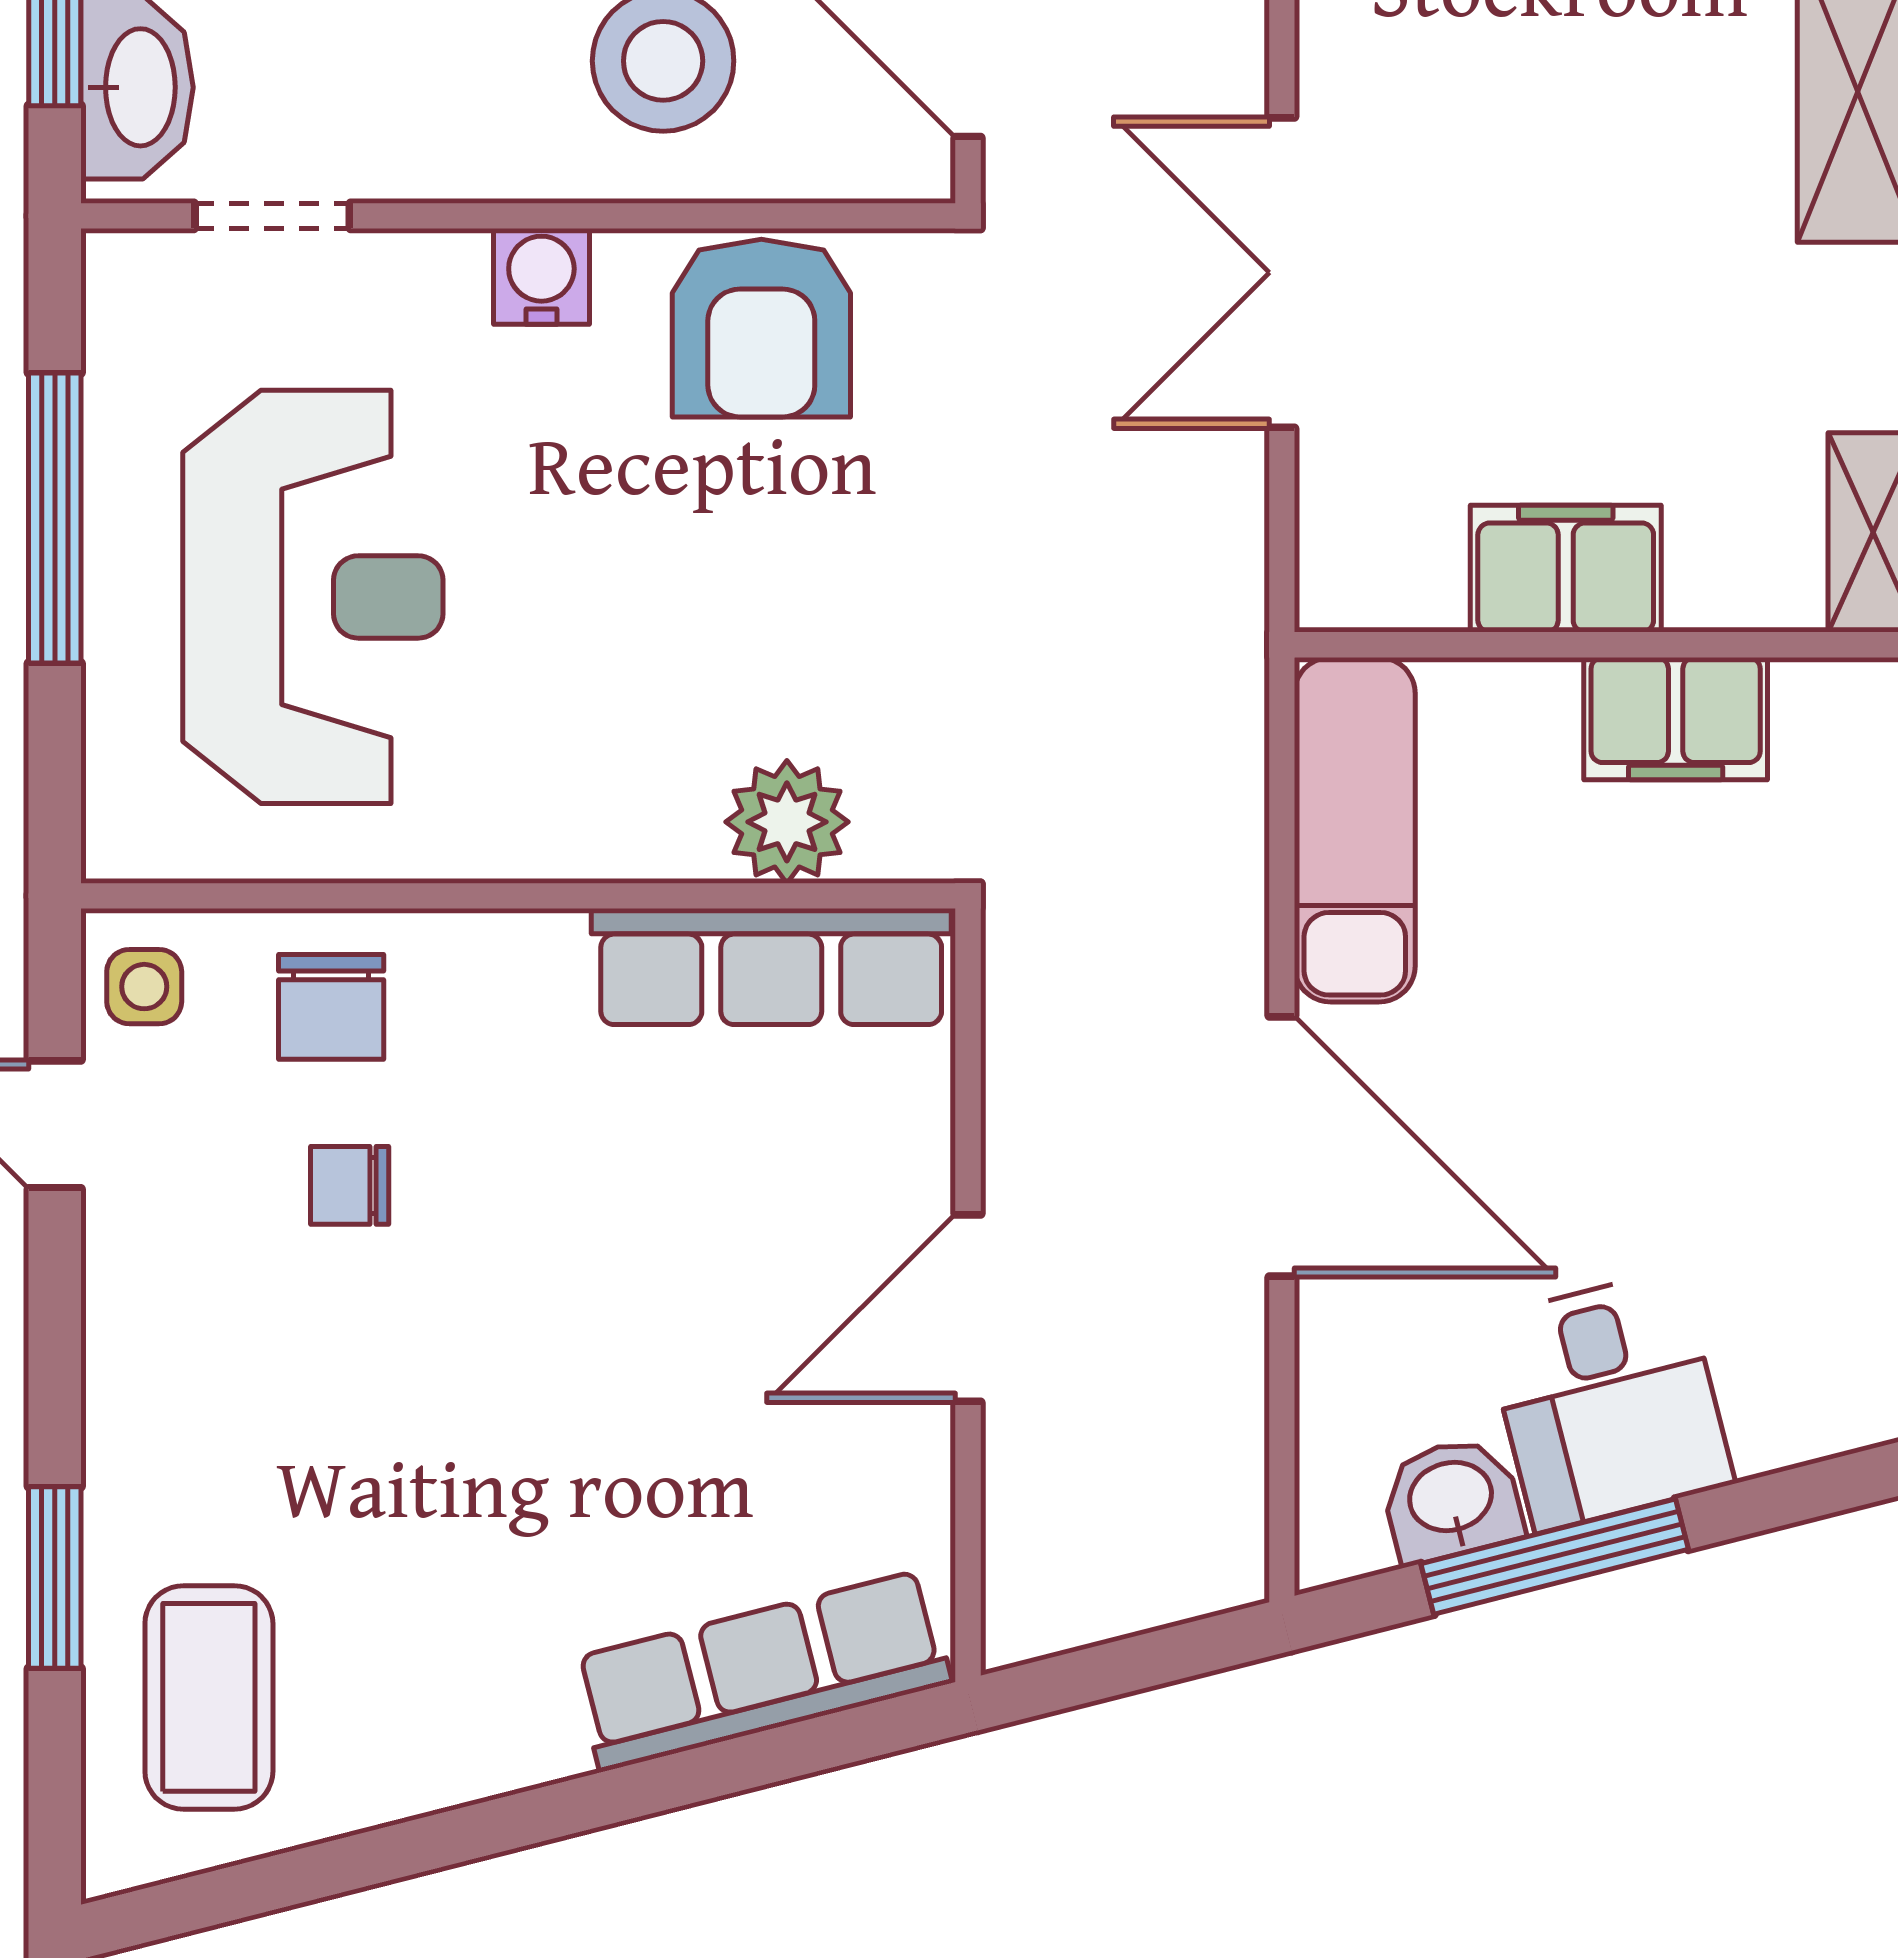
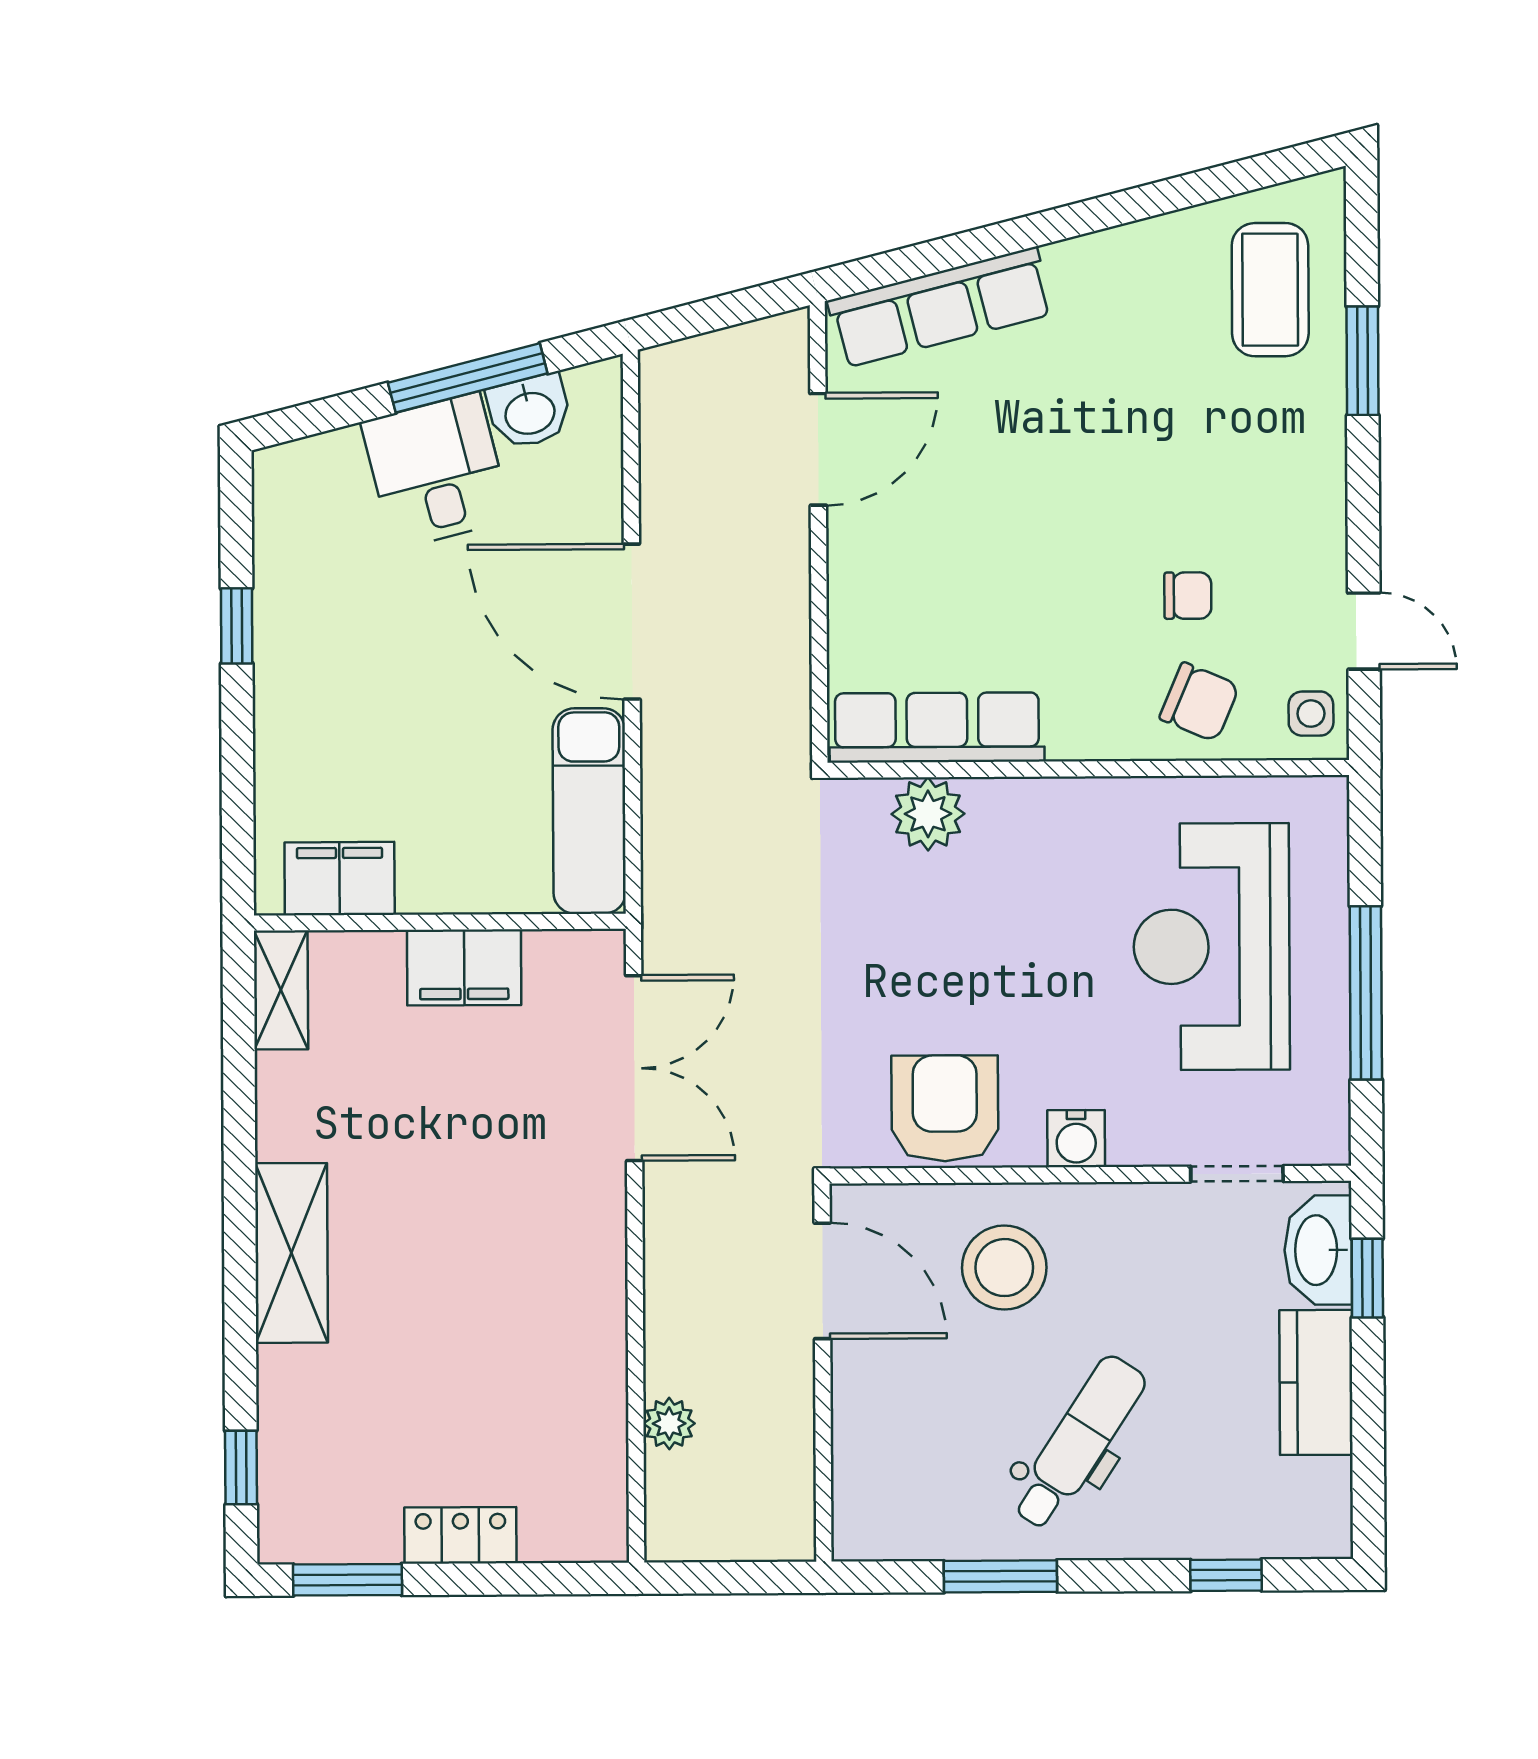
double door: (1282, 273) -> (634, 1068), moved
filing cabinet: (1676, 719) -> (340, 879), moved
chair: (331, 1007) -> (1199, 702), turned 113
door: (968, 1308) -> (818, 449), moved

